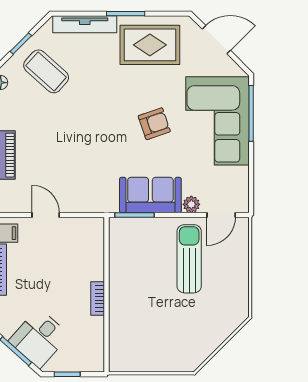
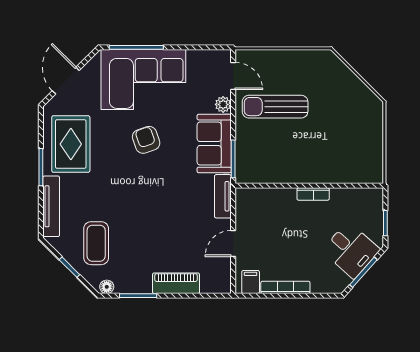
coffee table: (46, 71) -> (96, 243), turned -42
tv unit: (95, 204) -> (223, 196), added

